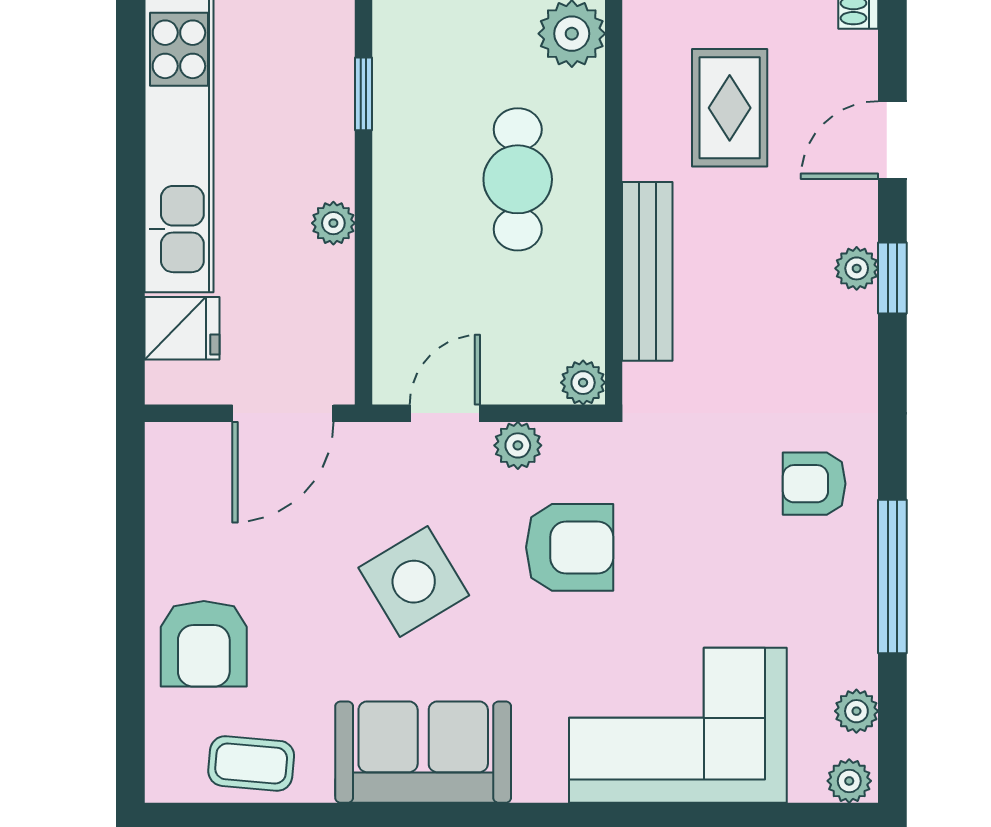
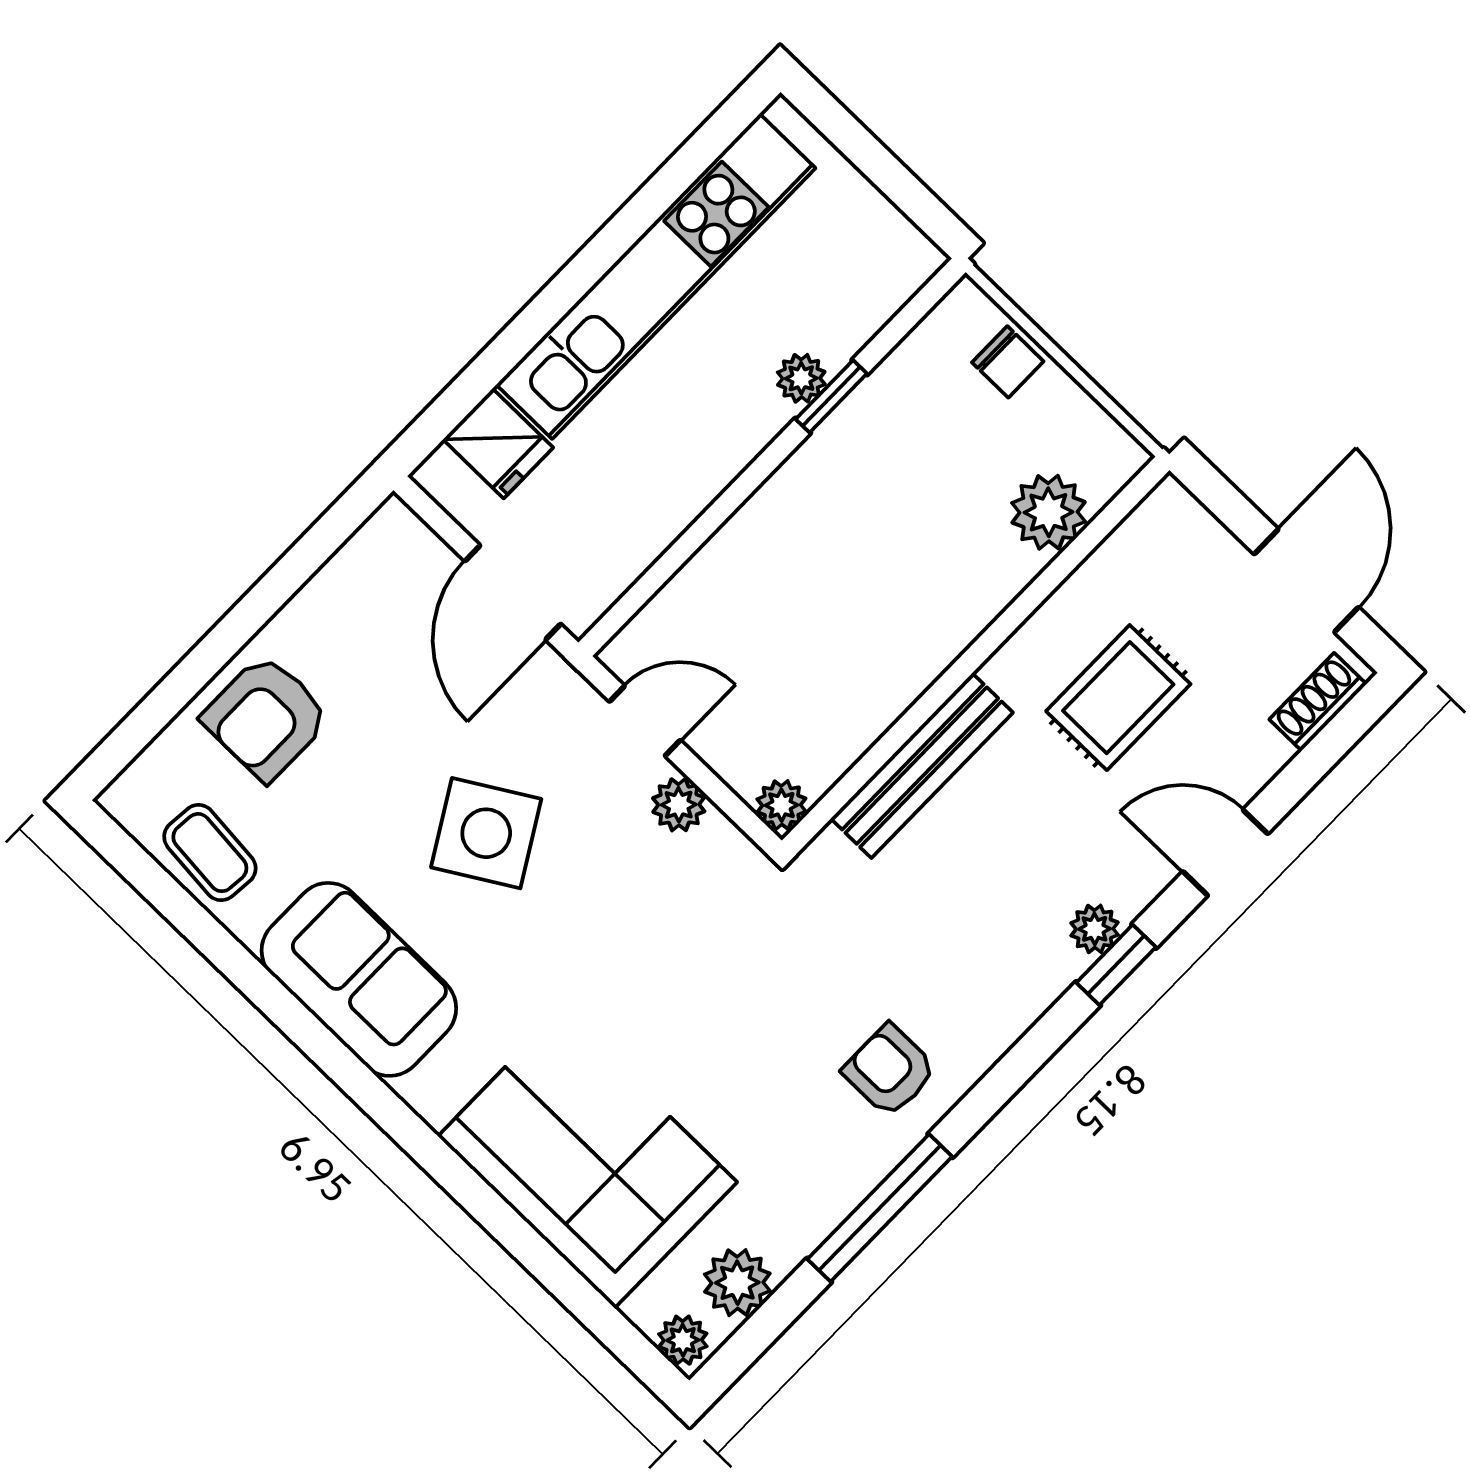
cafe table: (518, 179) -> (889, 588), removed
plant: (333, 223) -> (801, 378), moved
door: (283, 413) -> (513, 593), hinge flipped
armchair: (570, 547) -> (640, 929), removed
plant: (856, 711) -> (737, 1283), width x1.38, depth x1.38

